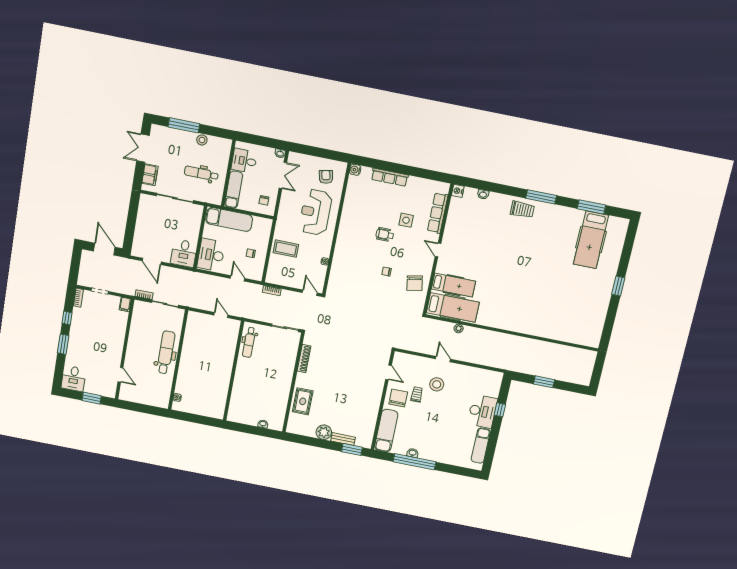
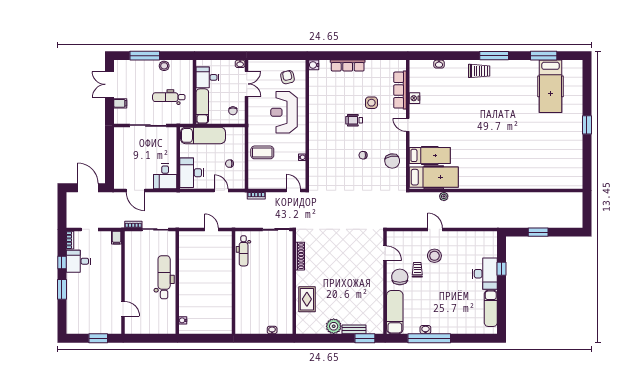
filing cabinet: (150, 175) -> (120, 103), width x0.50
nightstand: (458, 191) -> (415, 98), moved
desk: (74, 379) -> (78, 261), moved, turned 90

